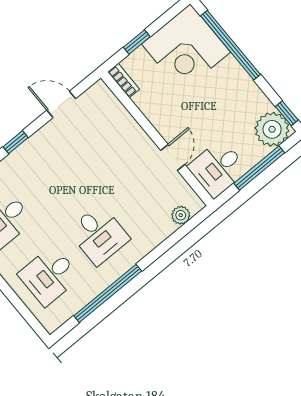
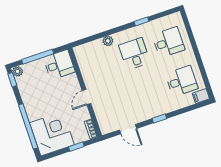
plant: (272, 129) -> (18, 71), width x0.53, depth x0.53
door: (173, 157) -> (87, 97), moved
plant: (181, 215) -> (108, 41), moved
window: (108, 293) -> (141, 21), width x0.32

